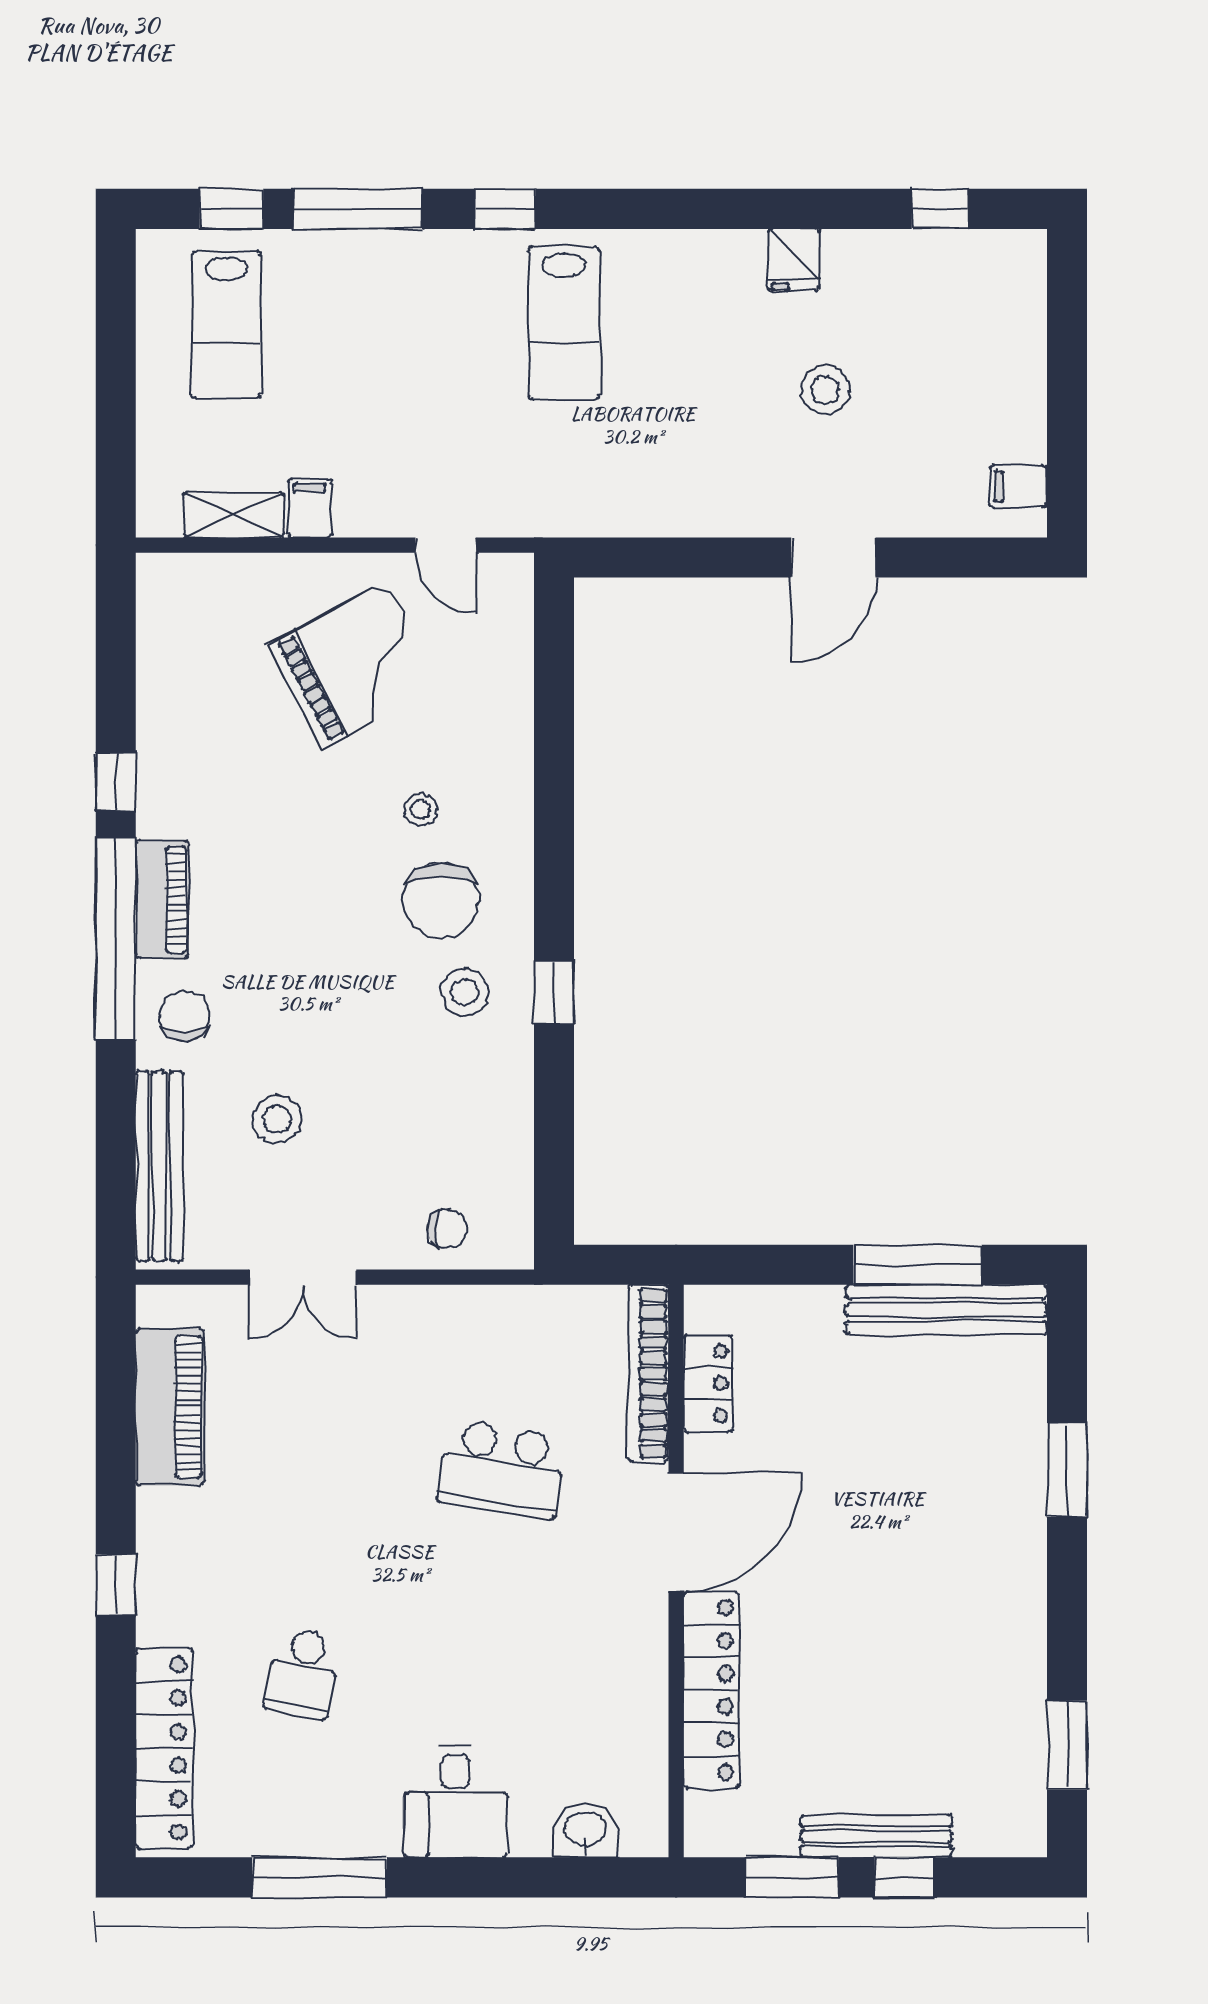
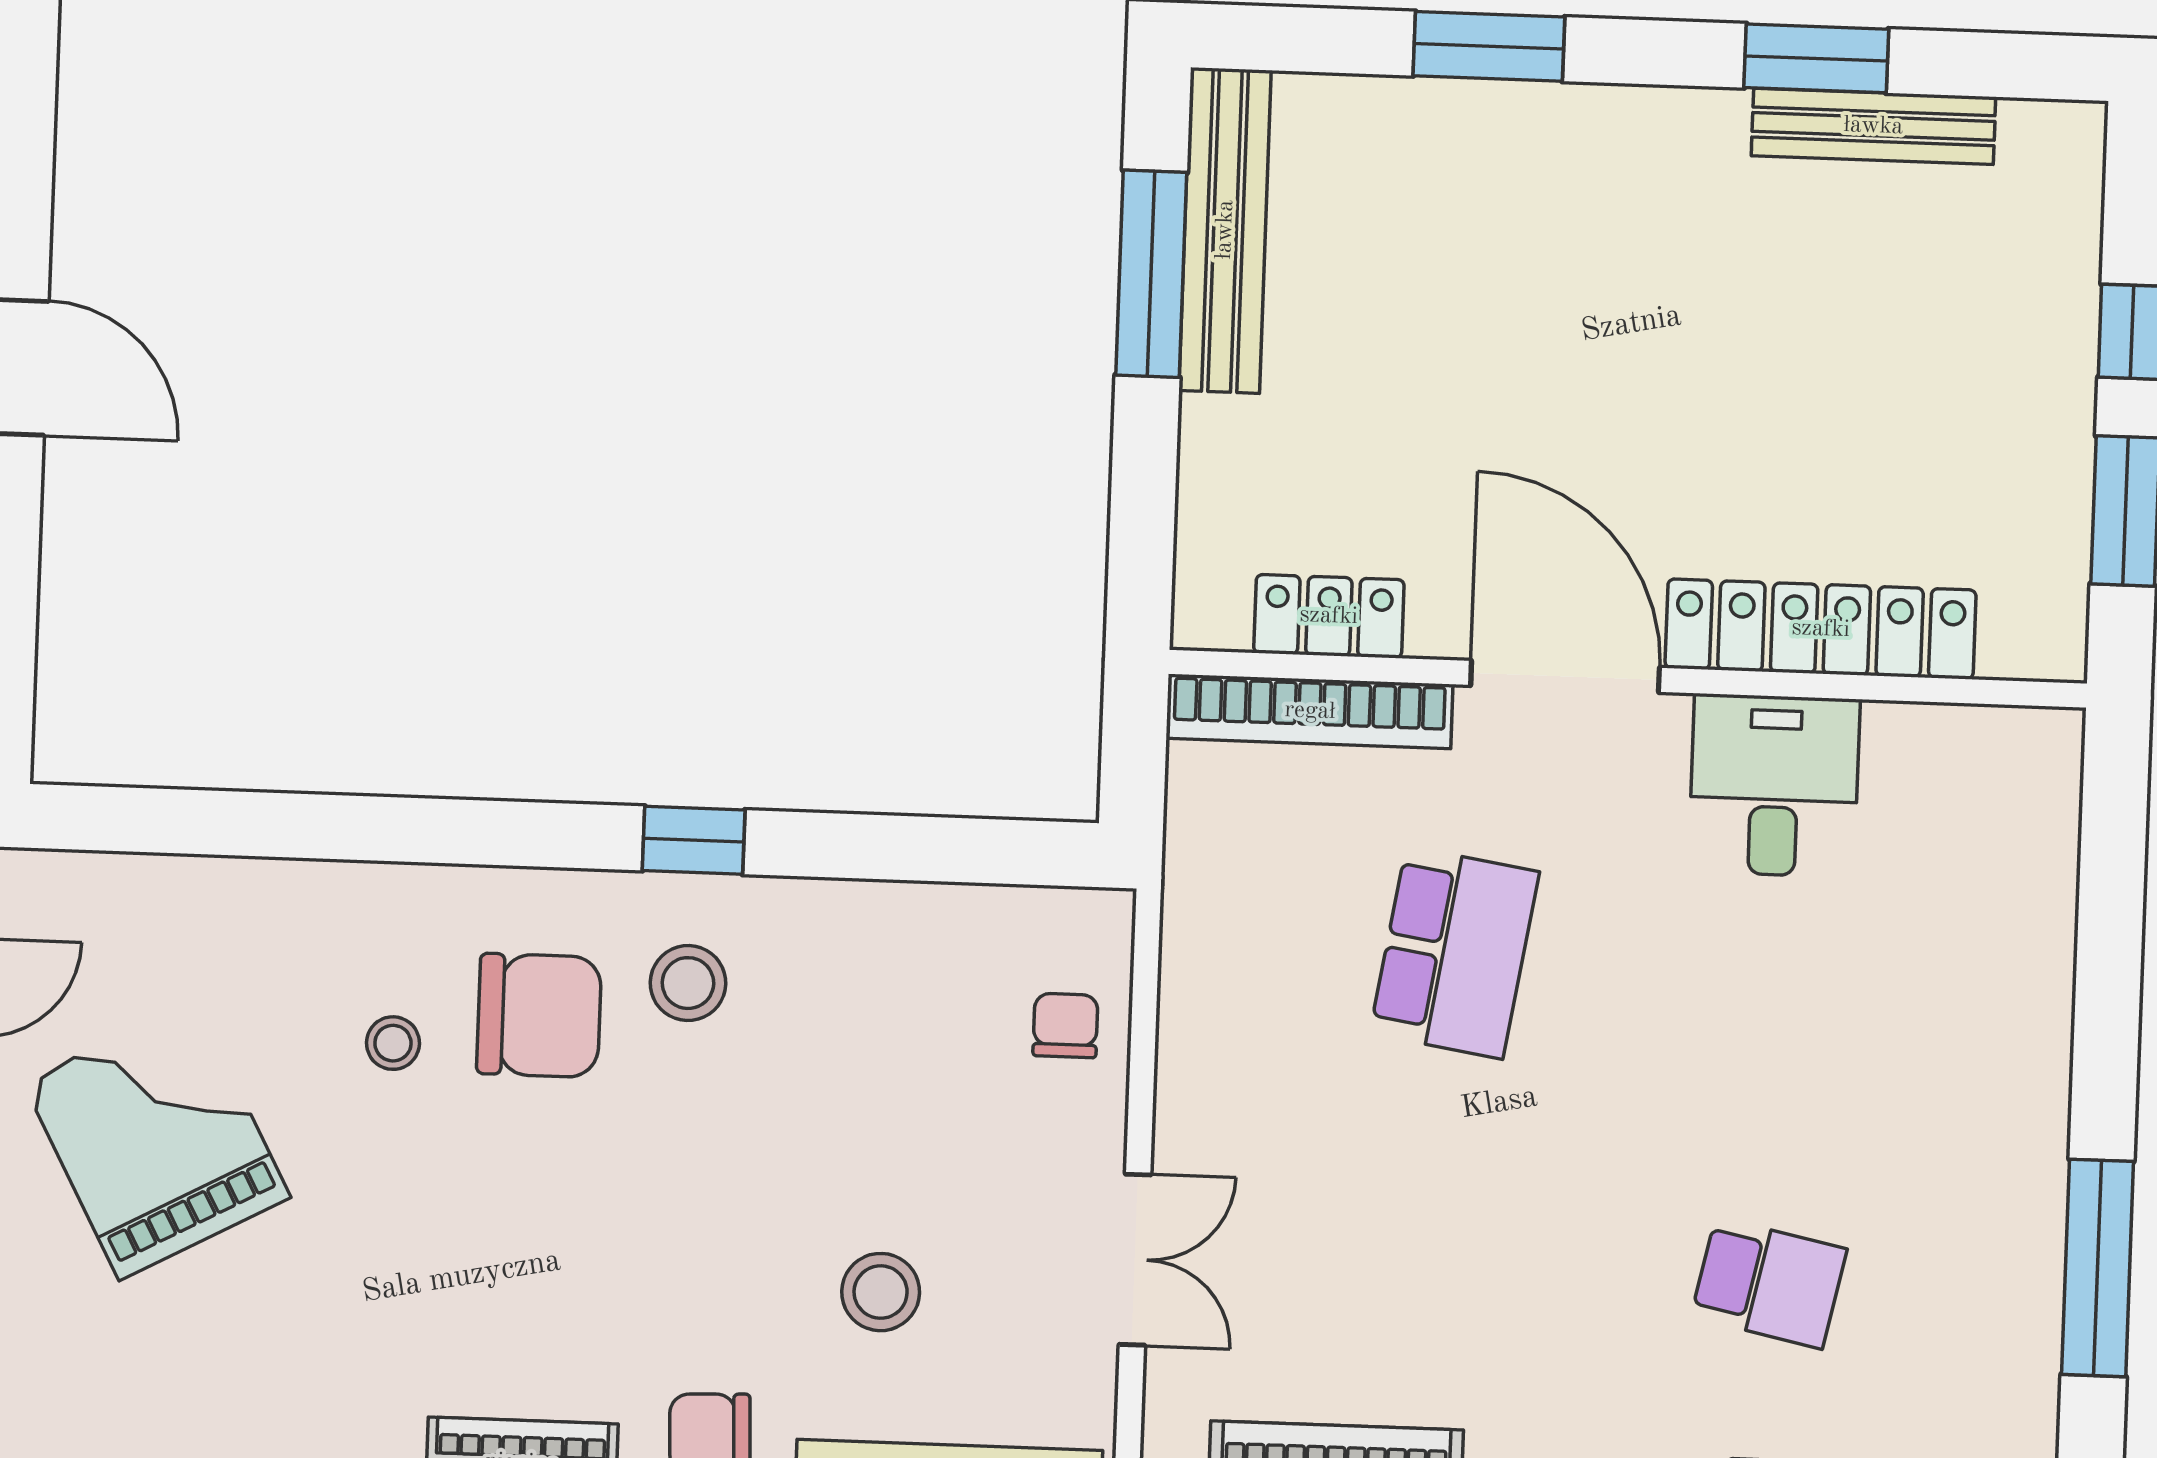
window: (1067, 1745) -> (1816, 58), moved
desk: (456, 1802) -> (1774, 785), moved, turned -90
washbasin: (585, 1830) -> (2038, 839), removed
bench: (876, 1836) -> (1873, 126), moved, turned 90

